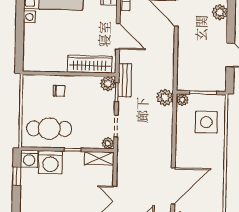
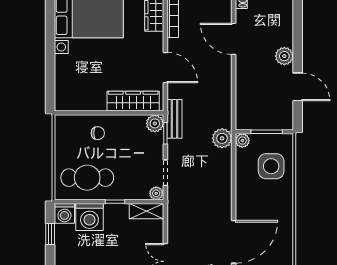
plant: (220, 12) -> (284, 56), moved

